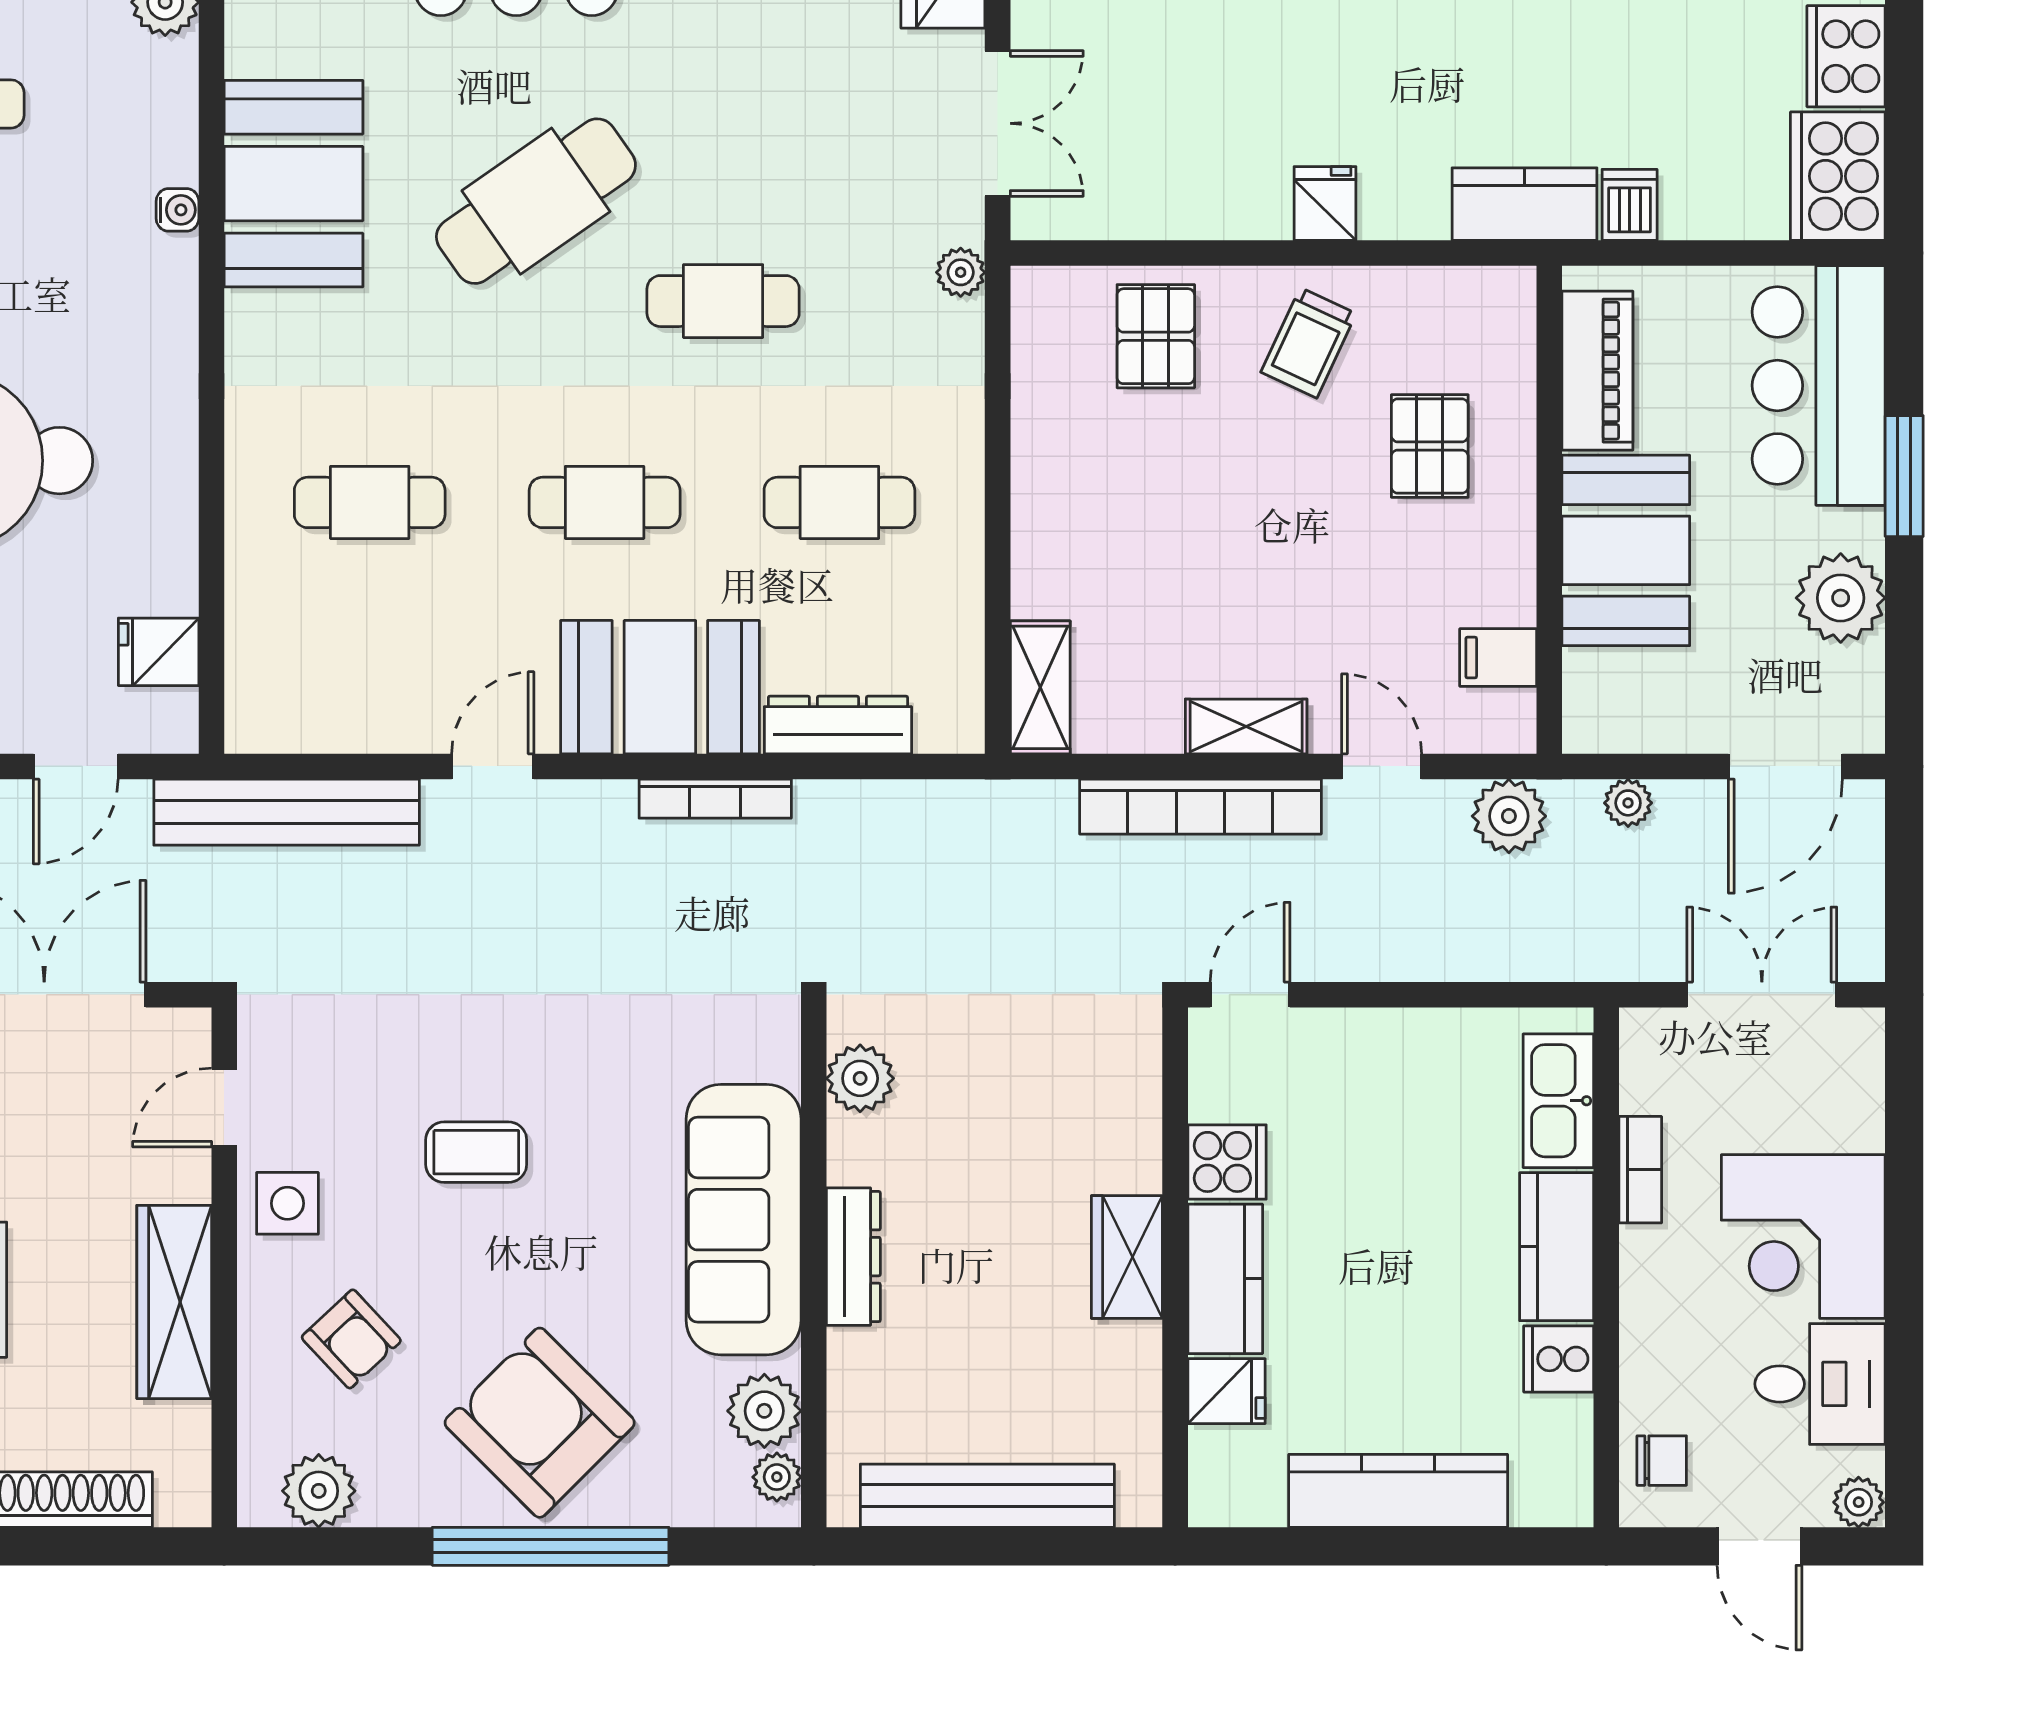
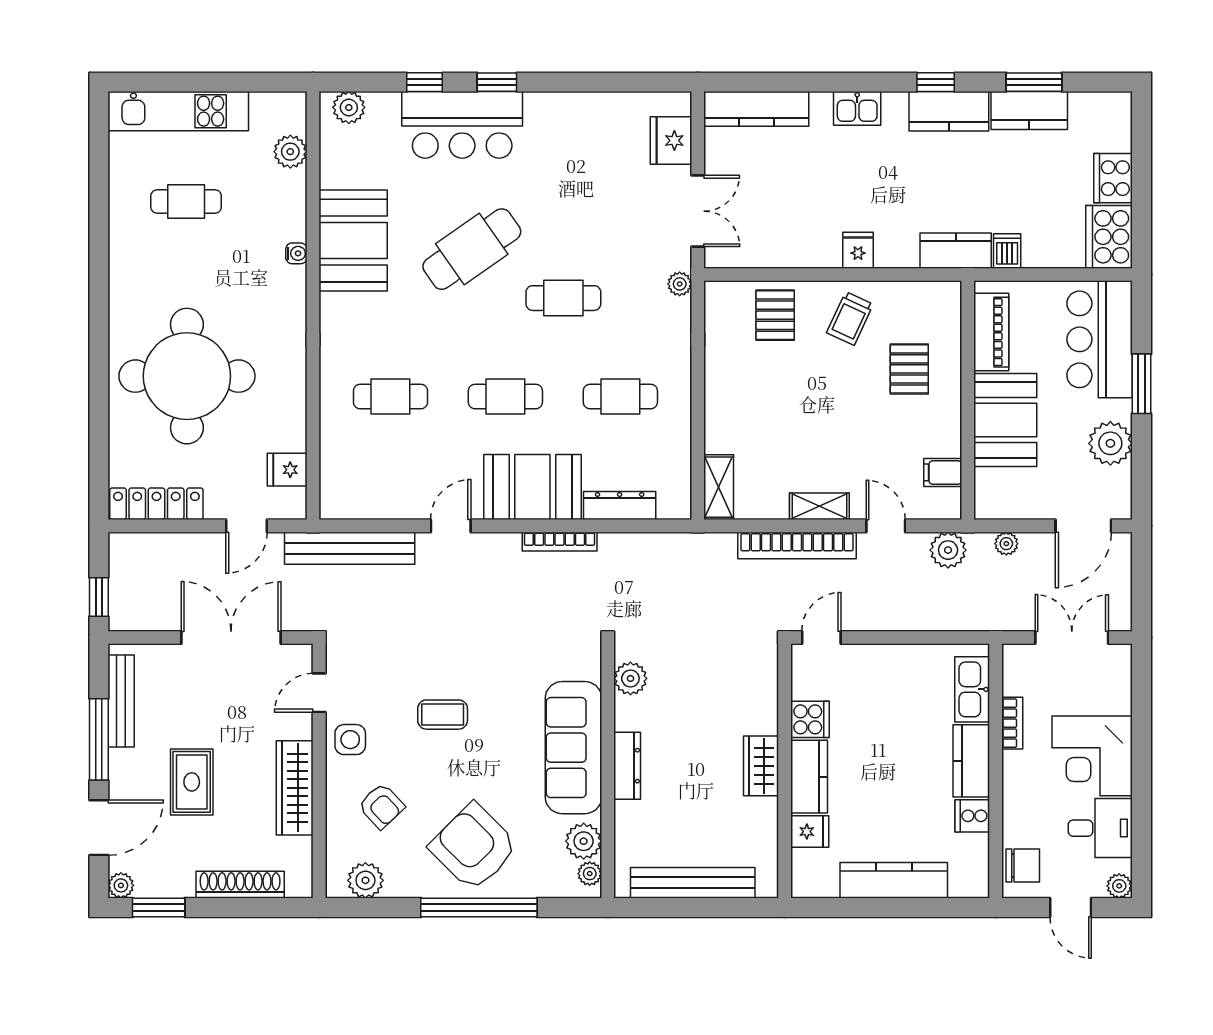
chair: (1662, 1461) -> (1023, 866), width x1.37, depth x1.37

